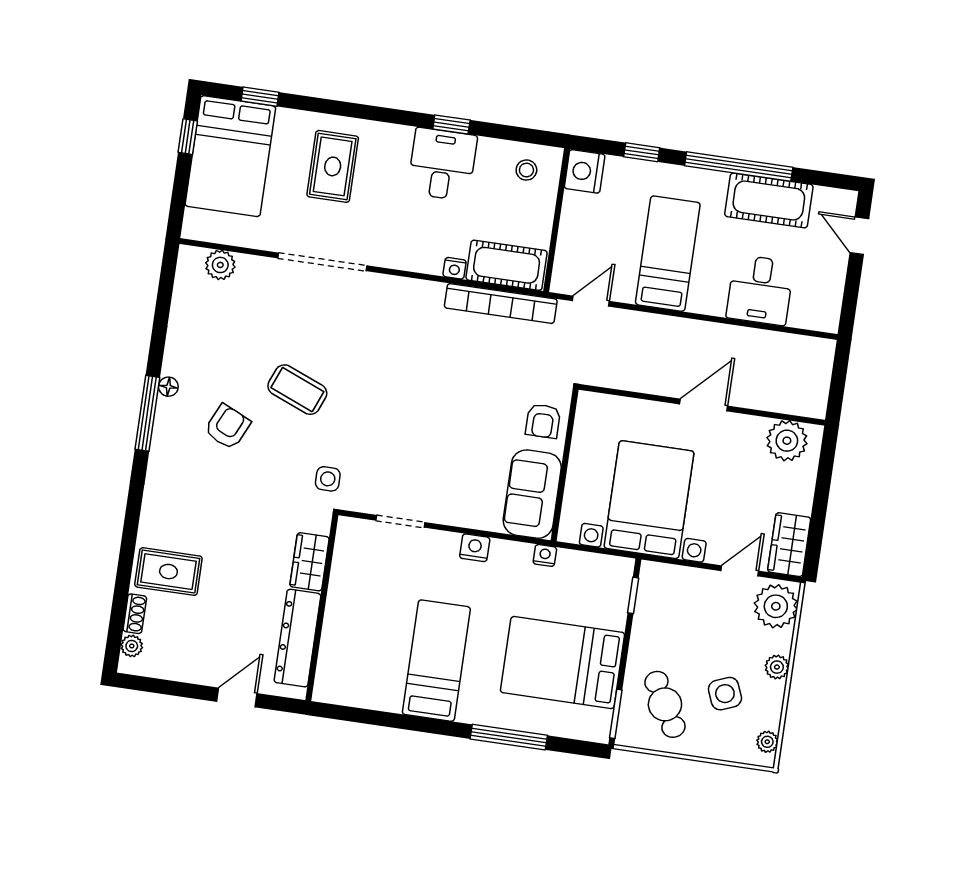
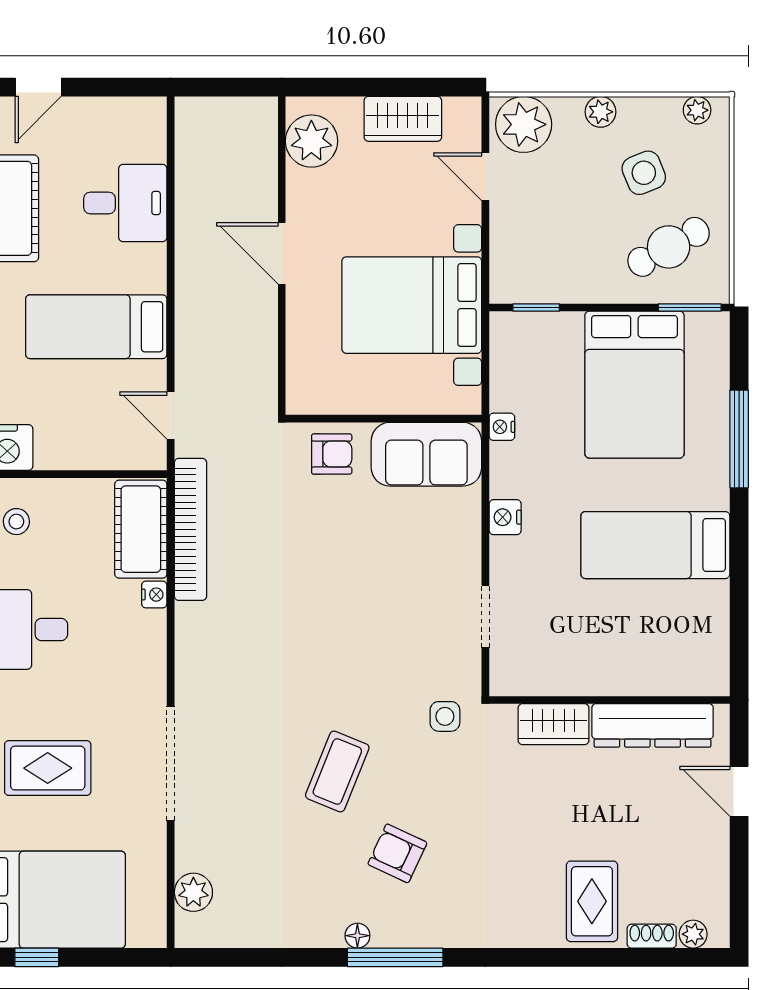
wardrobe: (789, 545) -> (403, 119), moved

